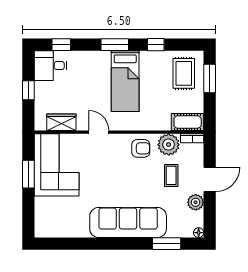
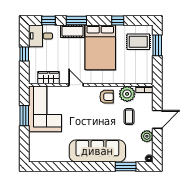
window: (115, 45) -> (76, 21), moved
rug: (184, 73) -> (138, 42), turned 90
bed: (125, 81) -> (100, 47), width x1.50
cot: (188, 122) -> (72, 31), moved

